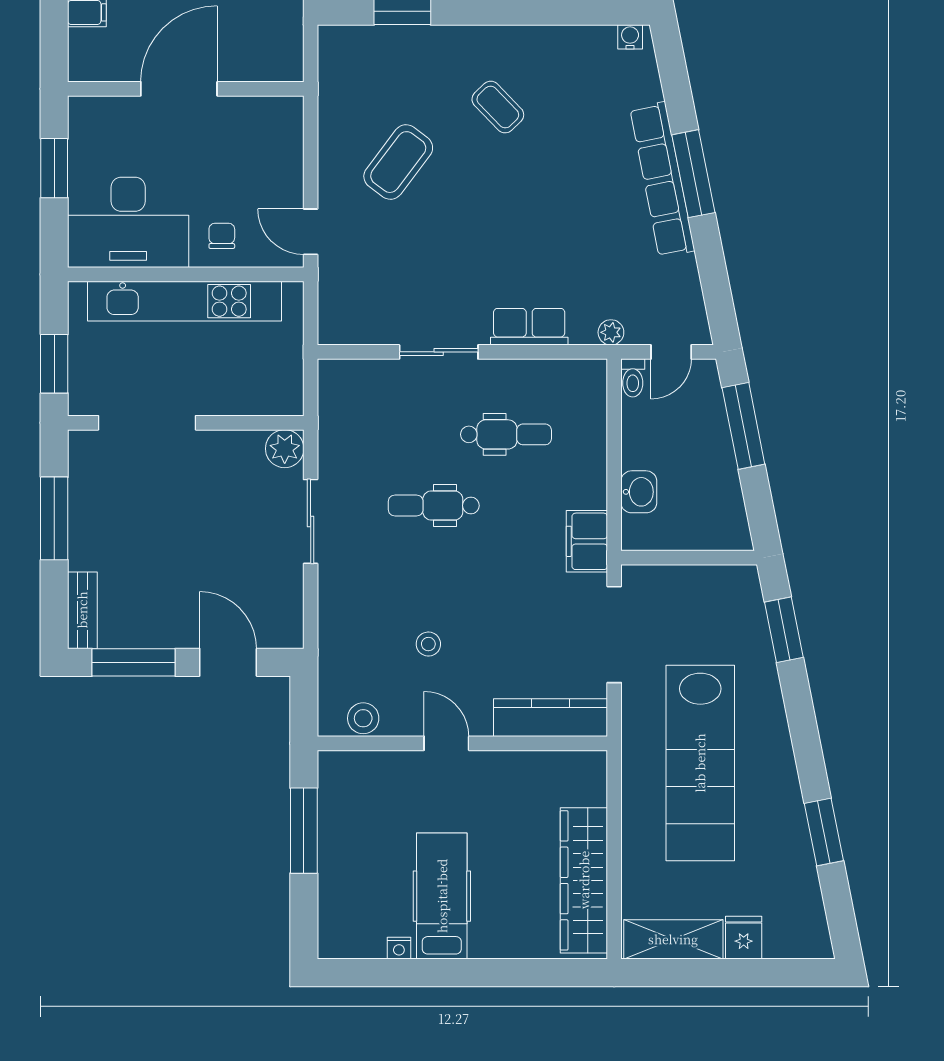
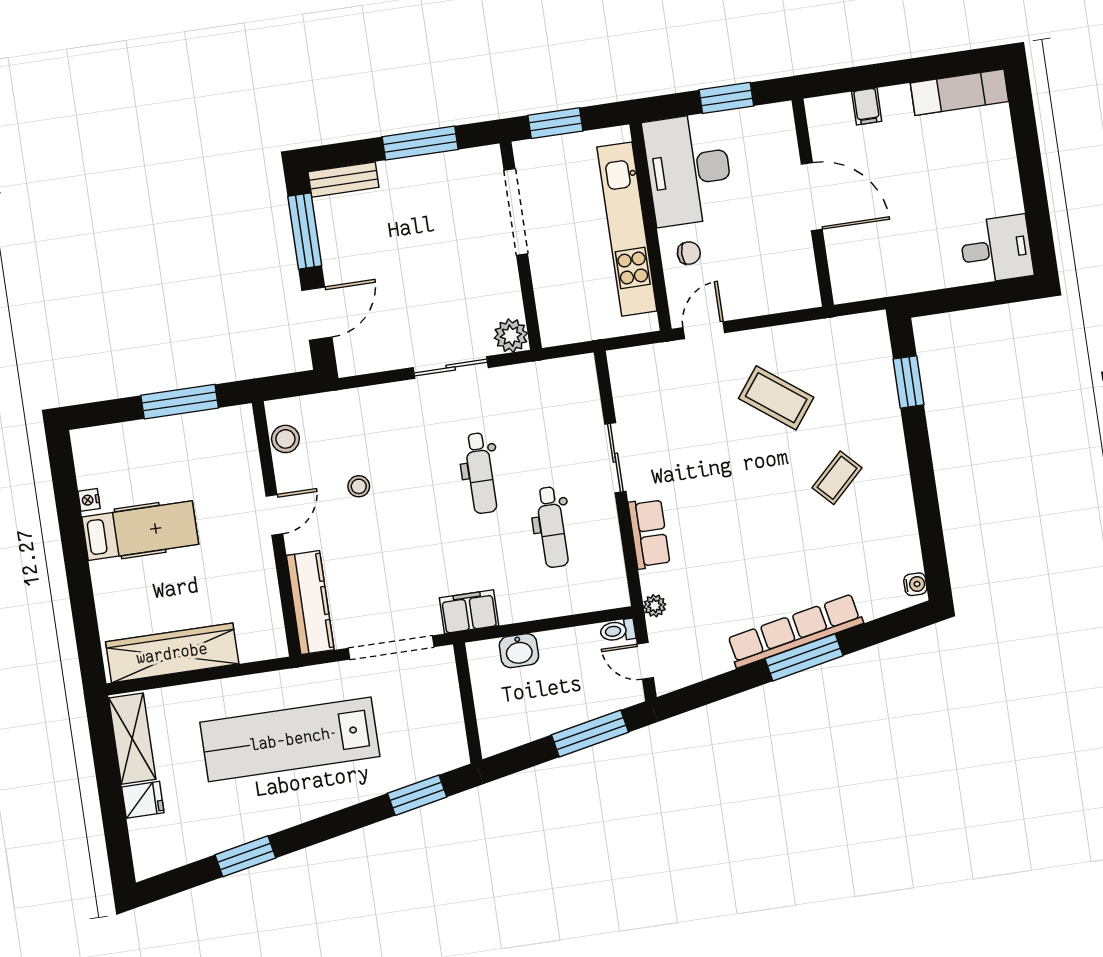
dental chair: (434, 506) -> (481, 473), turned 180

